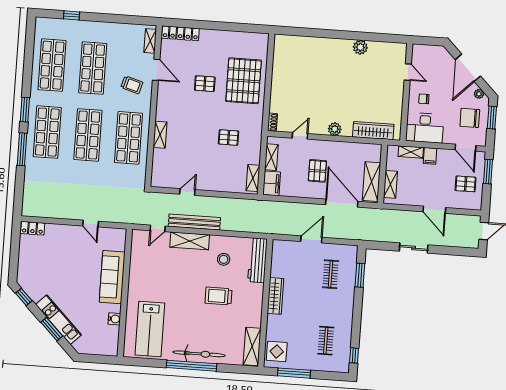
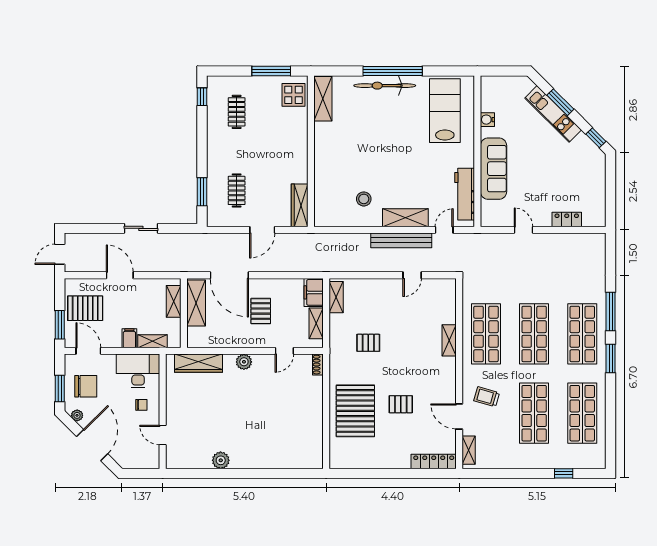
pallet: (466, 184) -> (85, 308), width x1.50, depth x1.42
locker: (33, 228) -> (567, 219), moved
workbench: (258, 260) -> (465, 194), moved, turned 180
trolley: (219, 296) -> (367, 155), removed
wardrobe: (275, 296) -> (300, 205), moved

